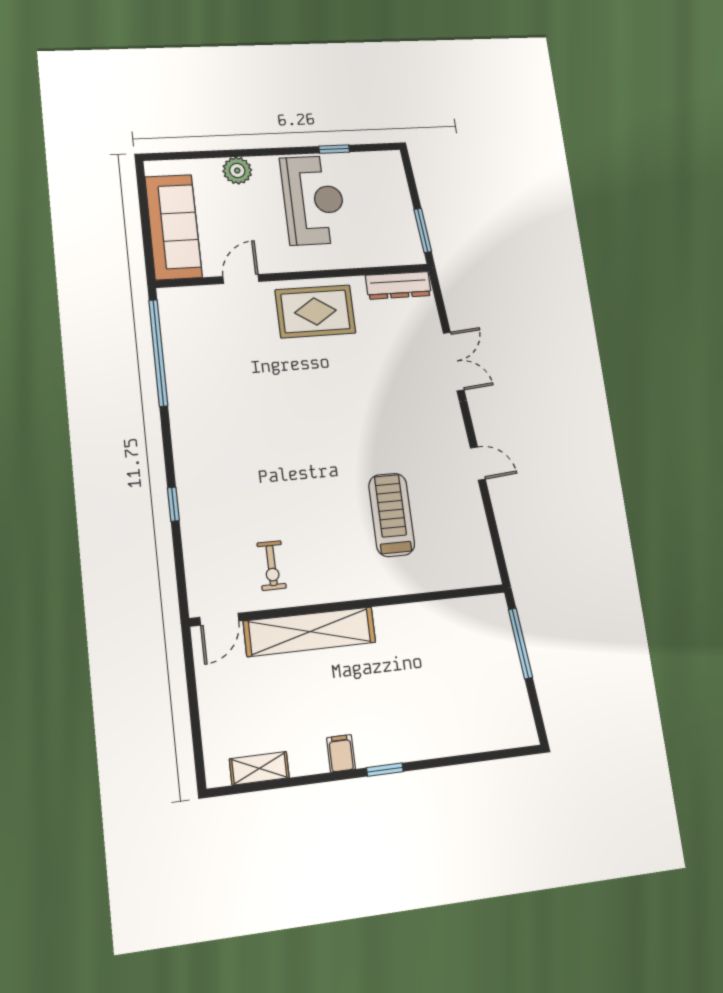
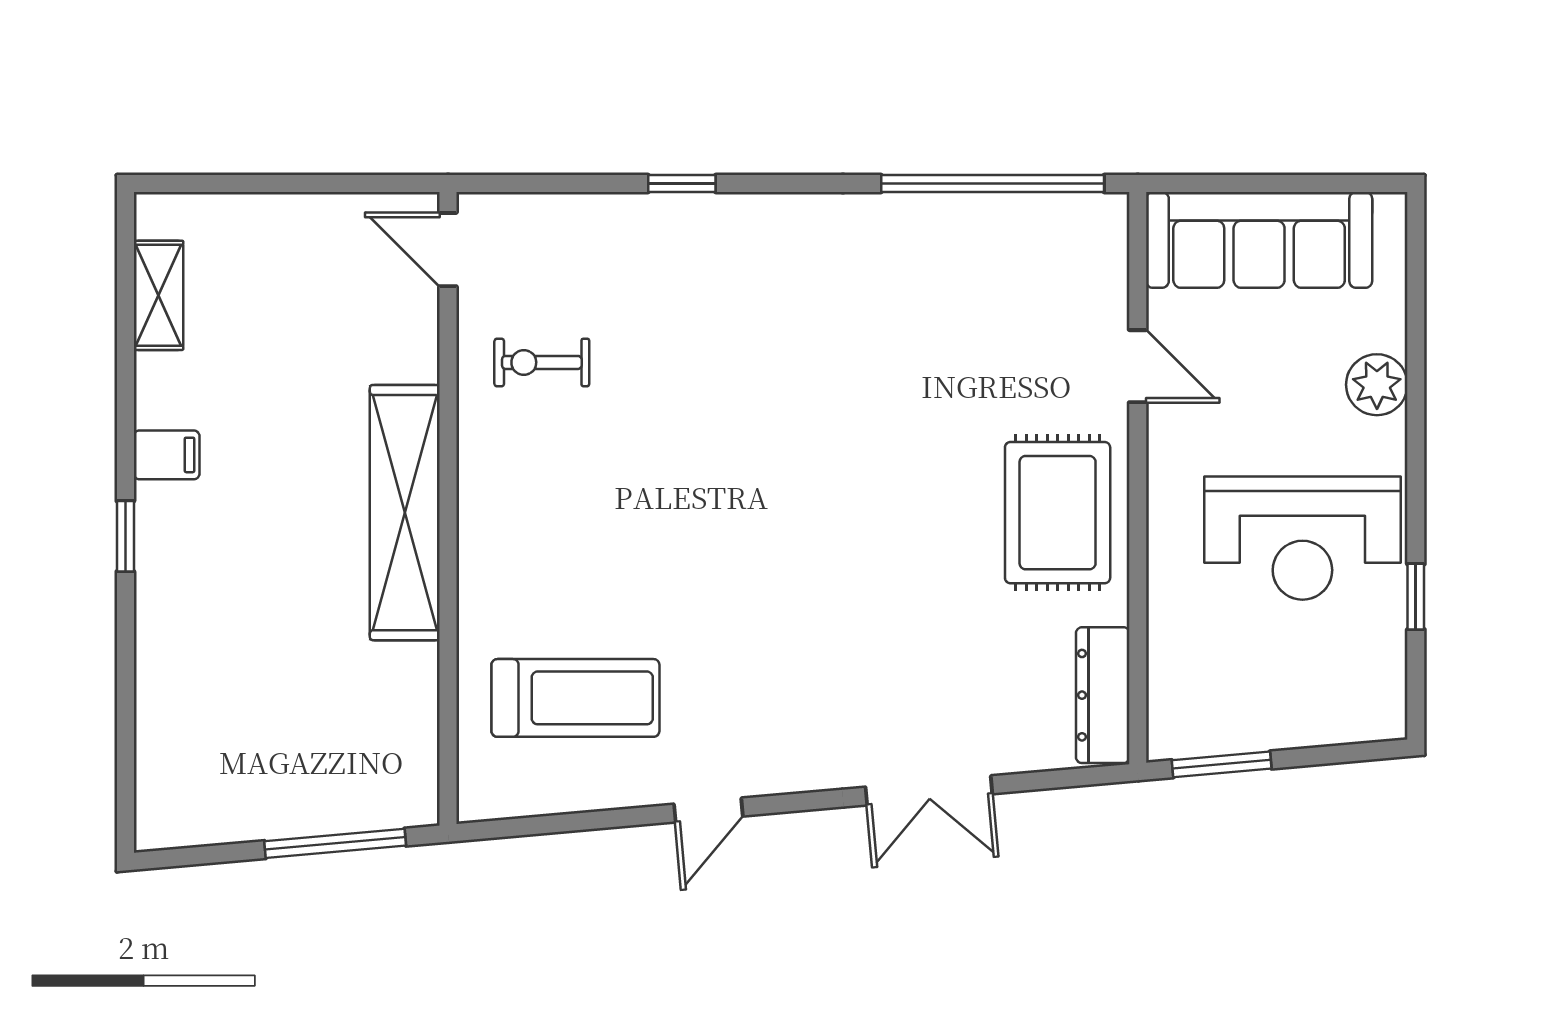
treadmill: (392, 515) -> (575, 698), moved
shelving: (310, 632) -> (405, 513), moved

